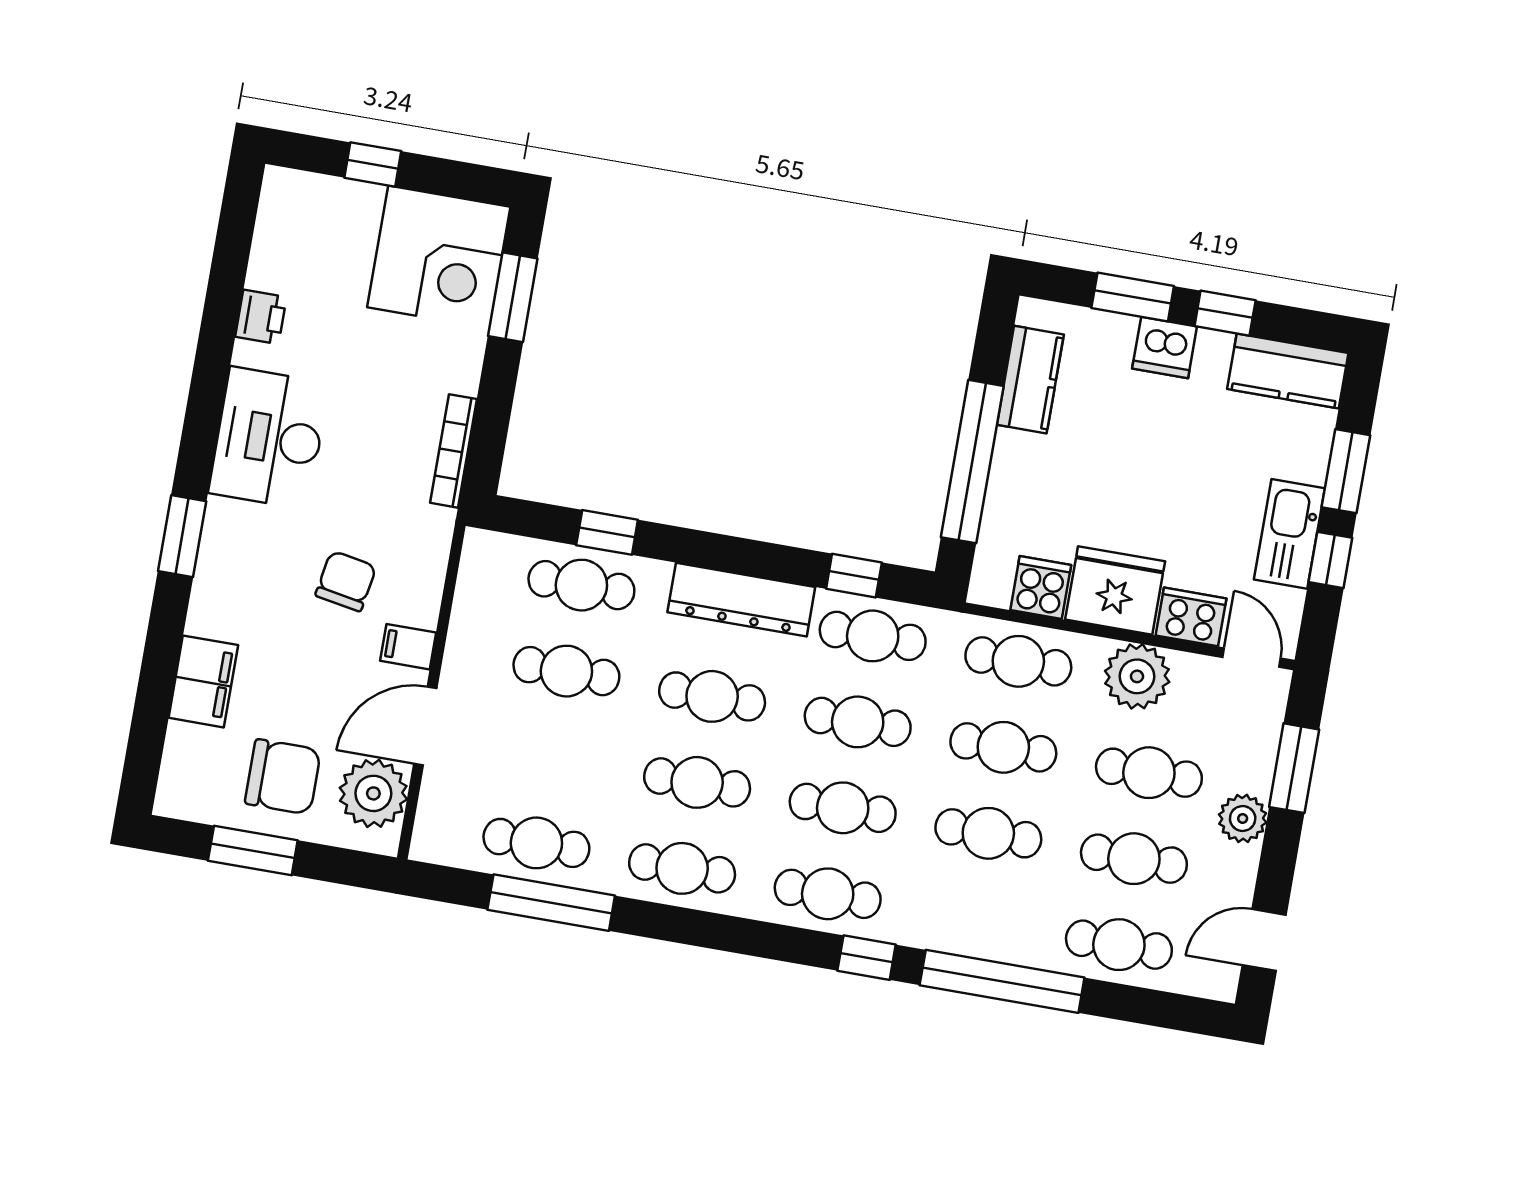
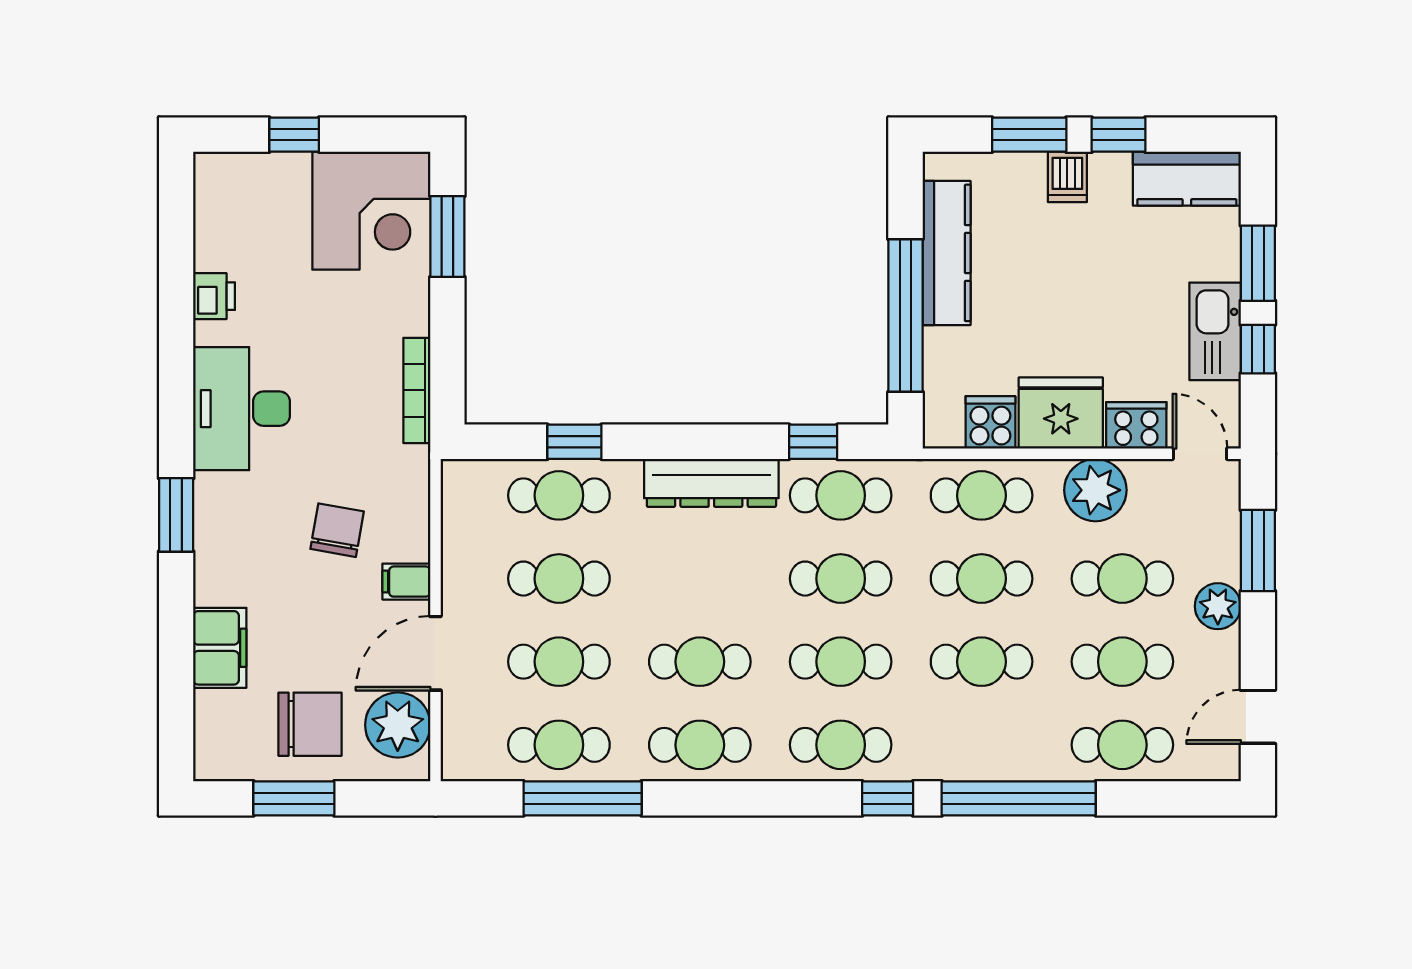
dishwasher: (1165, 348) -> (1067, 177), width x0.73
kitchen counter: (1030, 380) -> (947, 253), width x1.50
cafe table: (712, 696) -> (559, 662), moved

